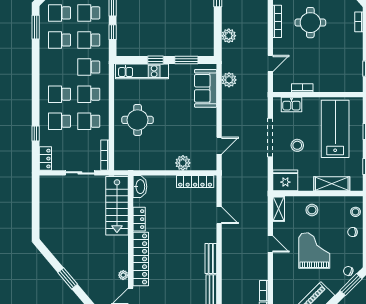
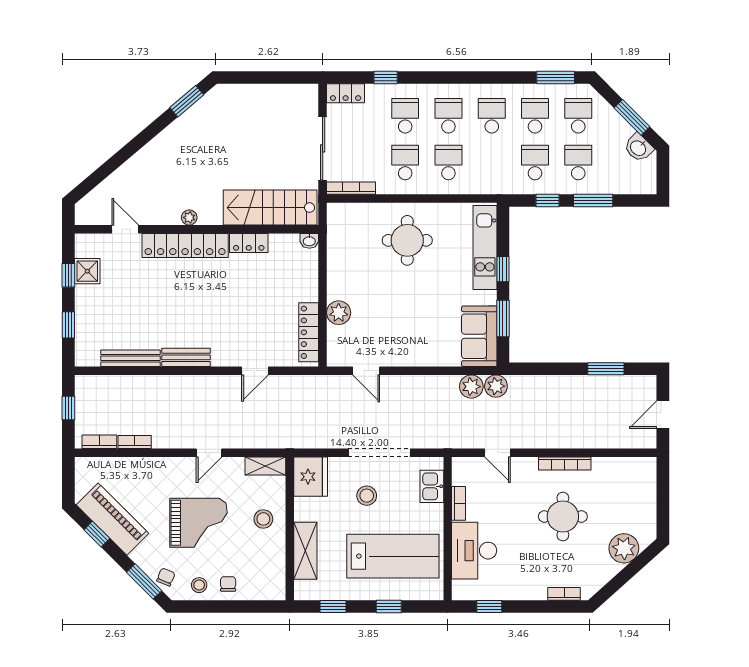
plant: (229, 36) -> (496, 386), moved
school desk: (89, 67) -> (492, 116), moved
desk: (332, 78) -> (474, 551), added
sofa: (206, 88) -> (479, 336), moved, turned -90
sliding door: (80, 173) -> (323, 148), width x1.37
washbasin: (140, 187) -> (309, 241), width x0.52, depth x0.69
stool: (356, 212) -> (199, 585), moved
plant: (123, 275) -> (189, 217), moved
window: (68, 278) -> (187, 101), moved

